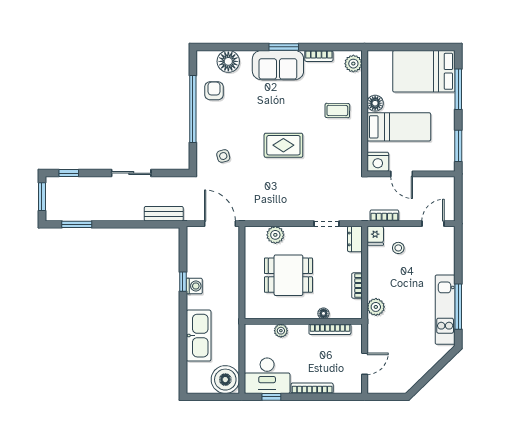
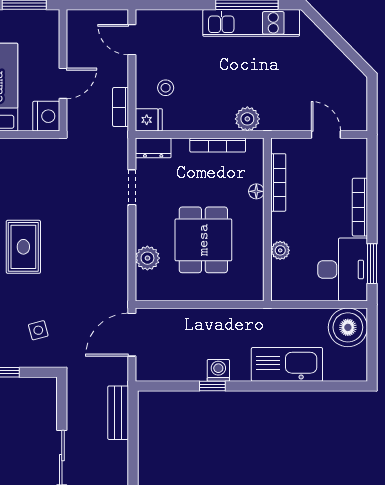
bookcase: (357, 286) -> (218, 145), width x1.56
window: (271, 397) -> (372, 264), width x1.50

